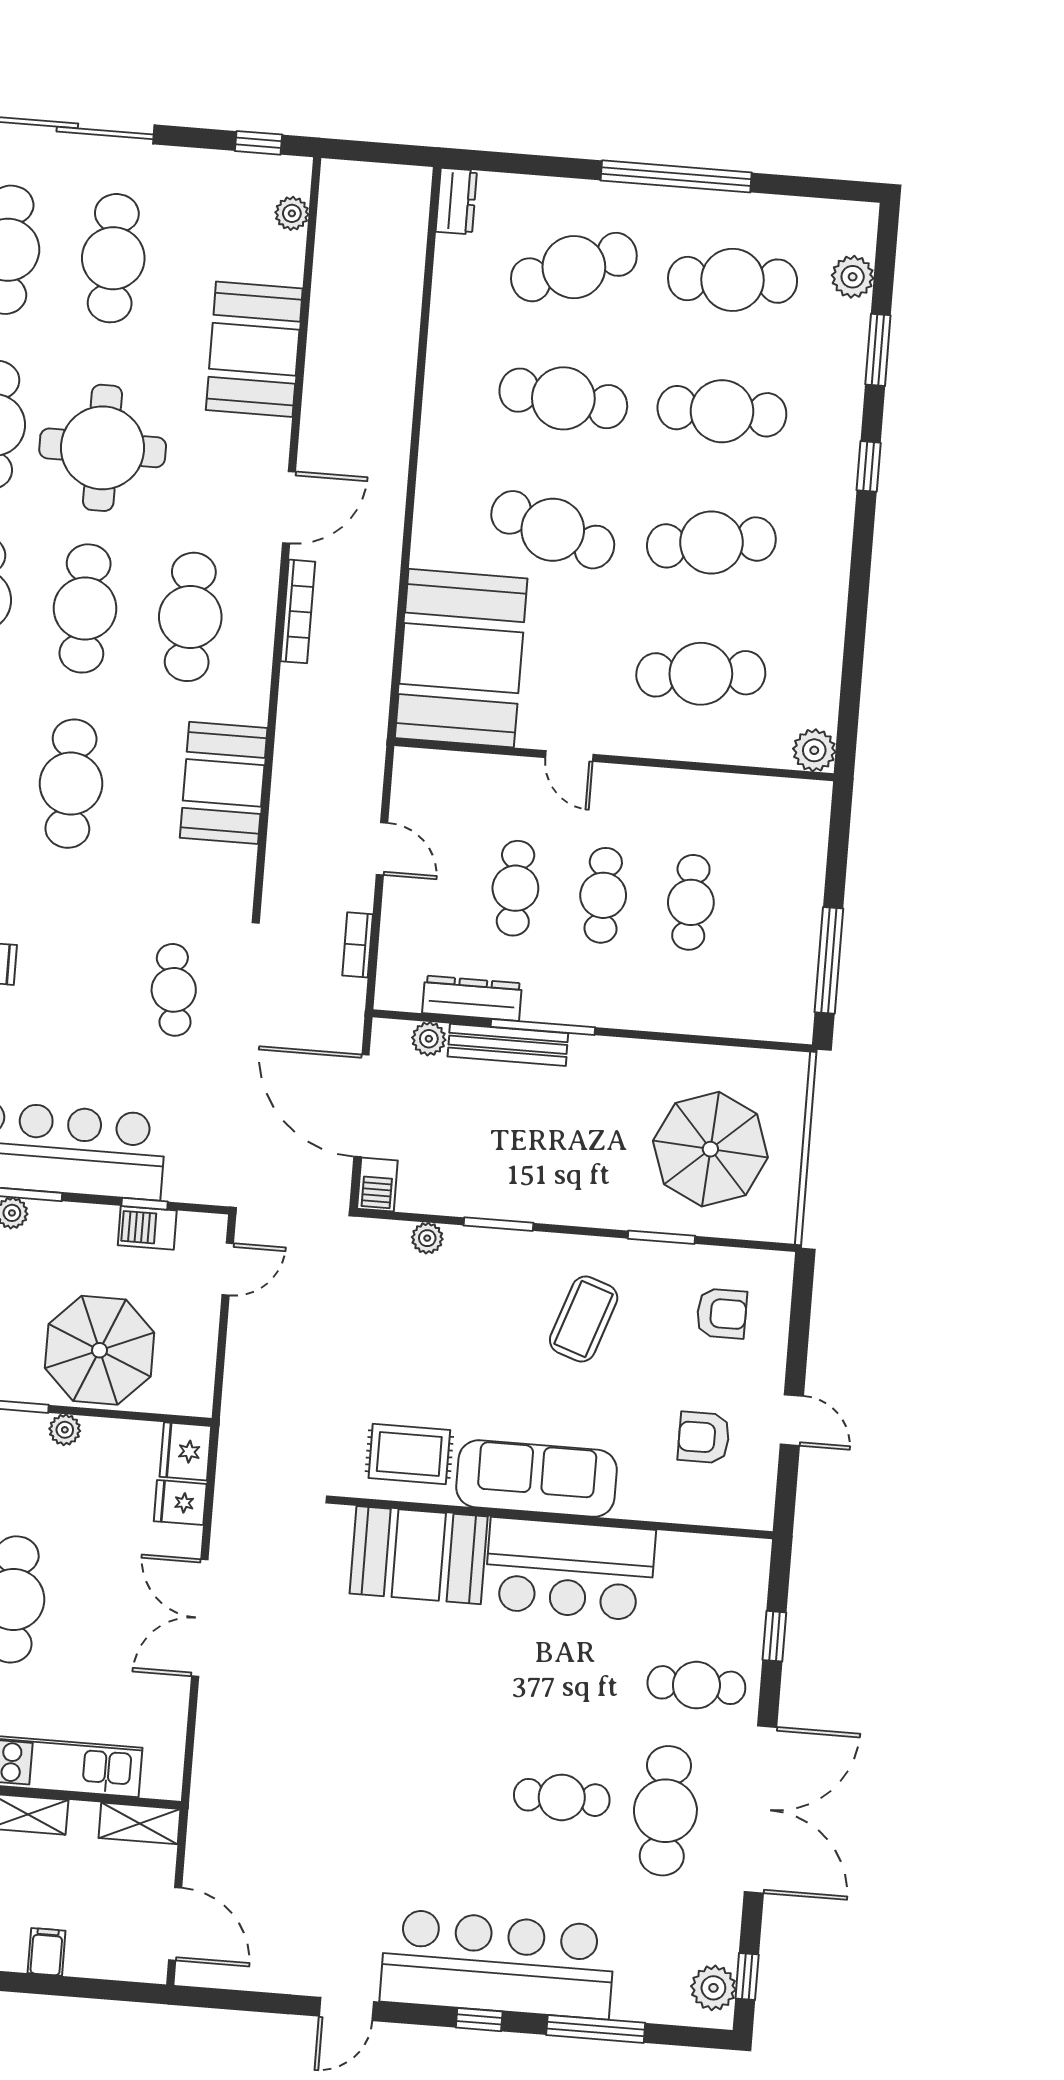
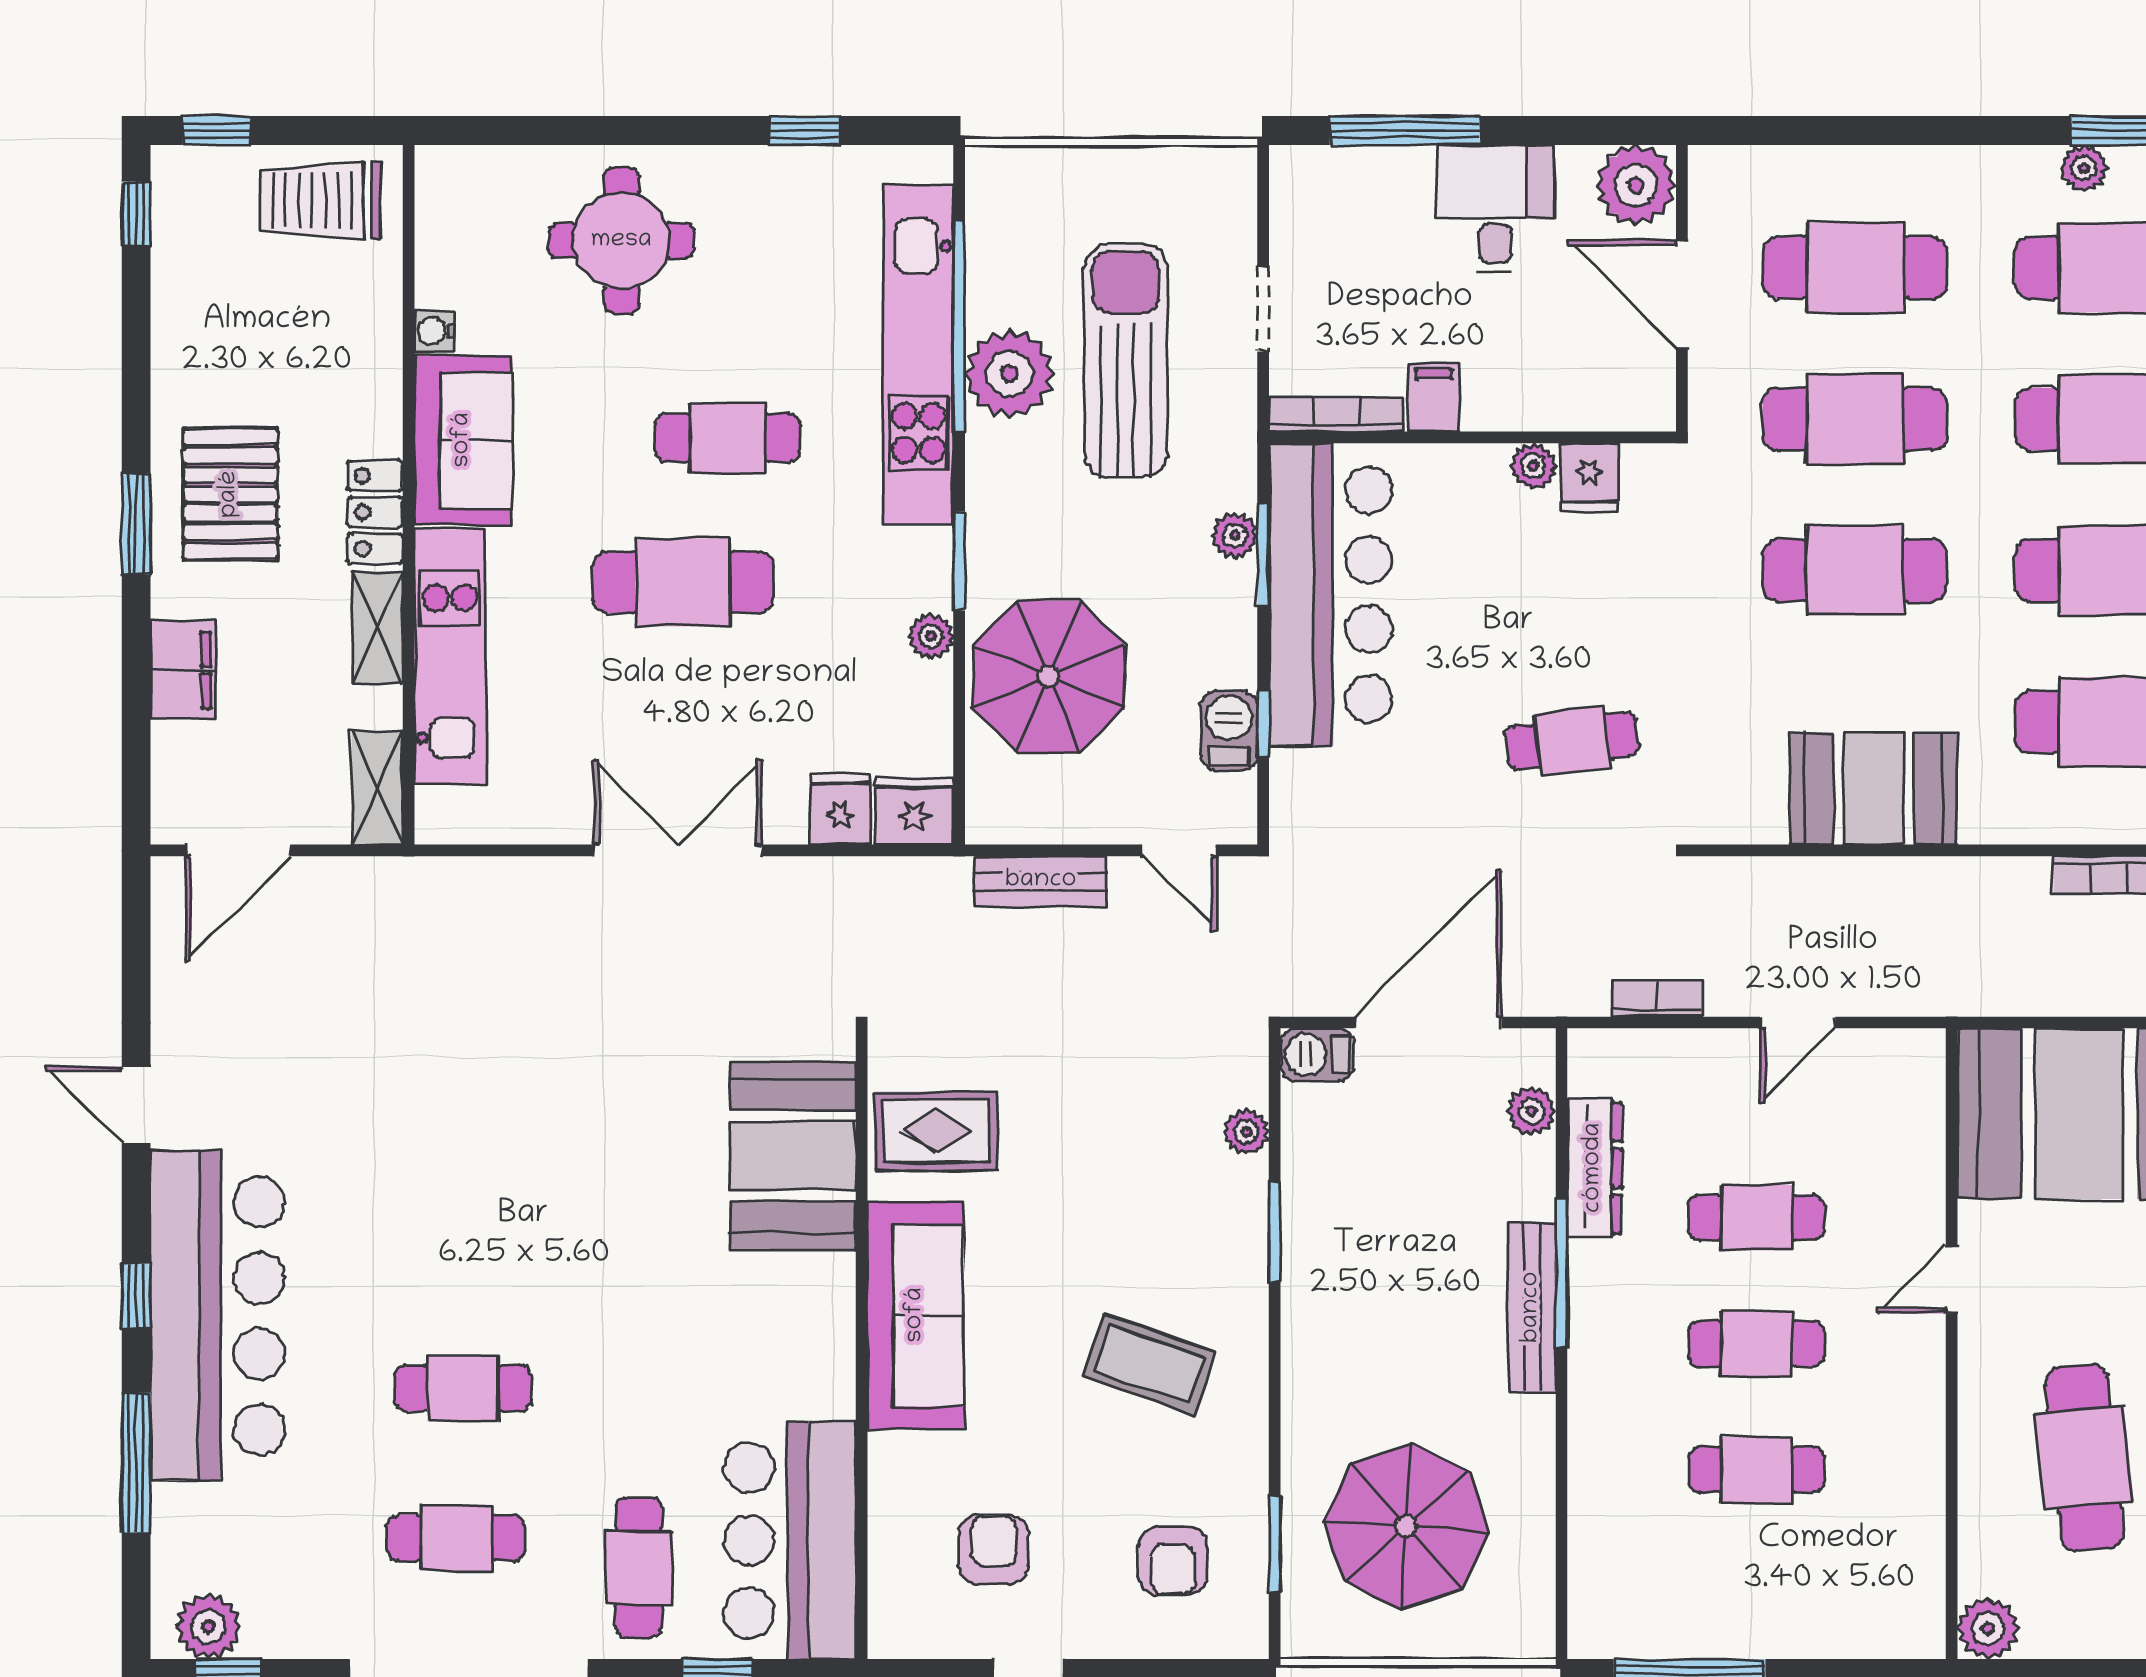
bench: (508, 1045) -> (1532, 1307), moved
window: (661, 1237) -> (1275, 1544), moved
bench: (242, 1367) -> (1041, 881), added
rug: (409, 1454) -> (936, 1131), turned 90
bar counter: (570, 1569) -> (790, 1540), moved
cafe table: (562, 1797) -> (463, 1388), turned 90
cafe table: (665, 1811) -> (456, 1538), width x0.73, depth x0.74
filing cabinet: (47, 1952) -> (183, 670), width x2.00

